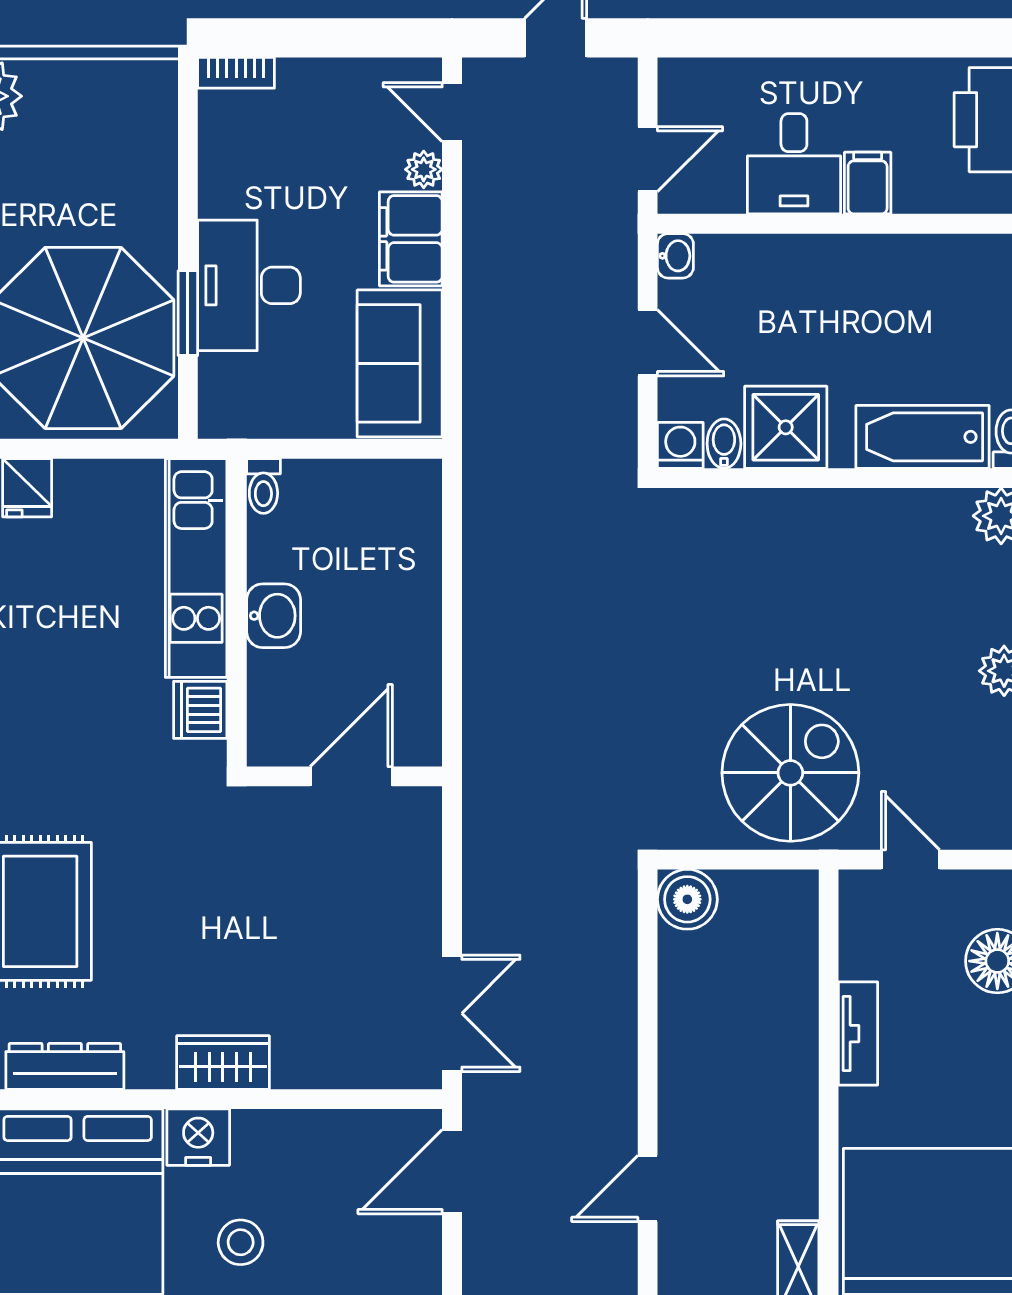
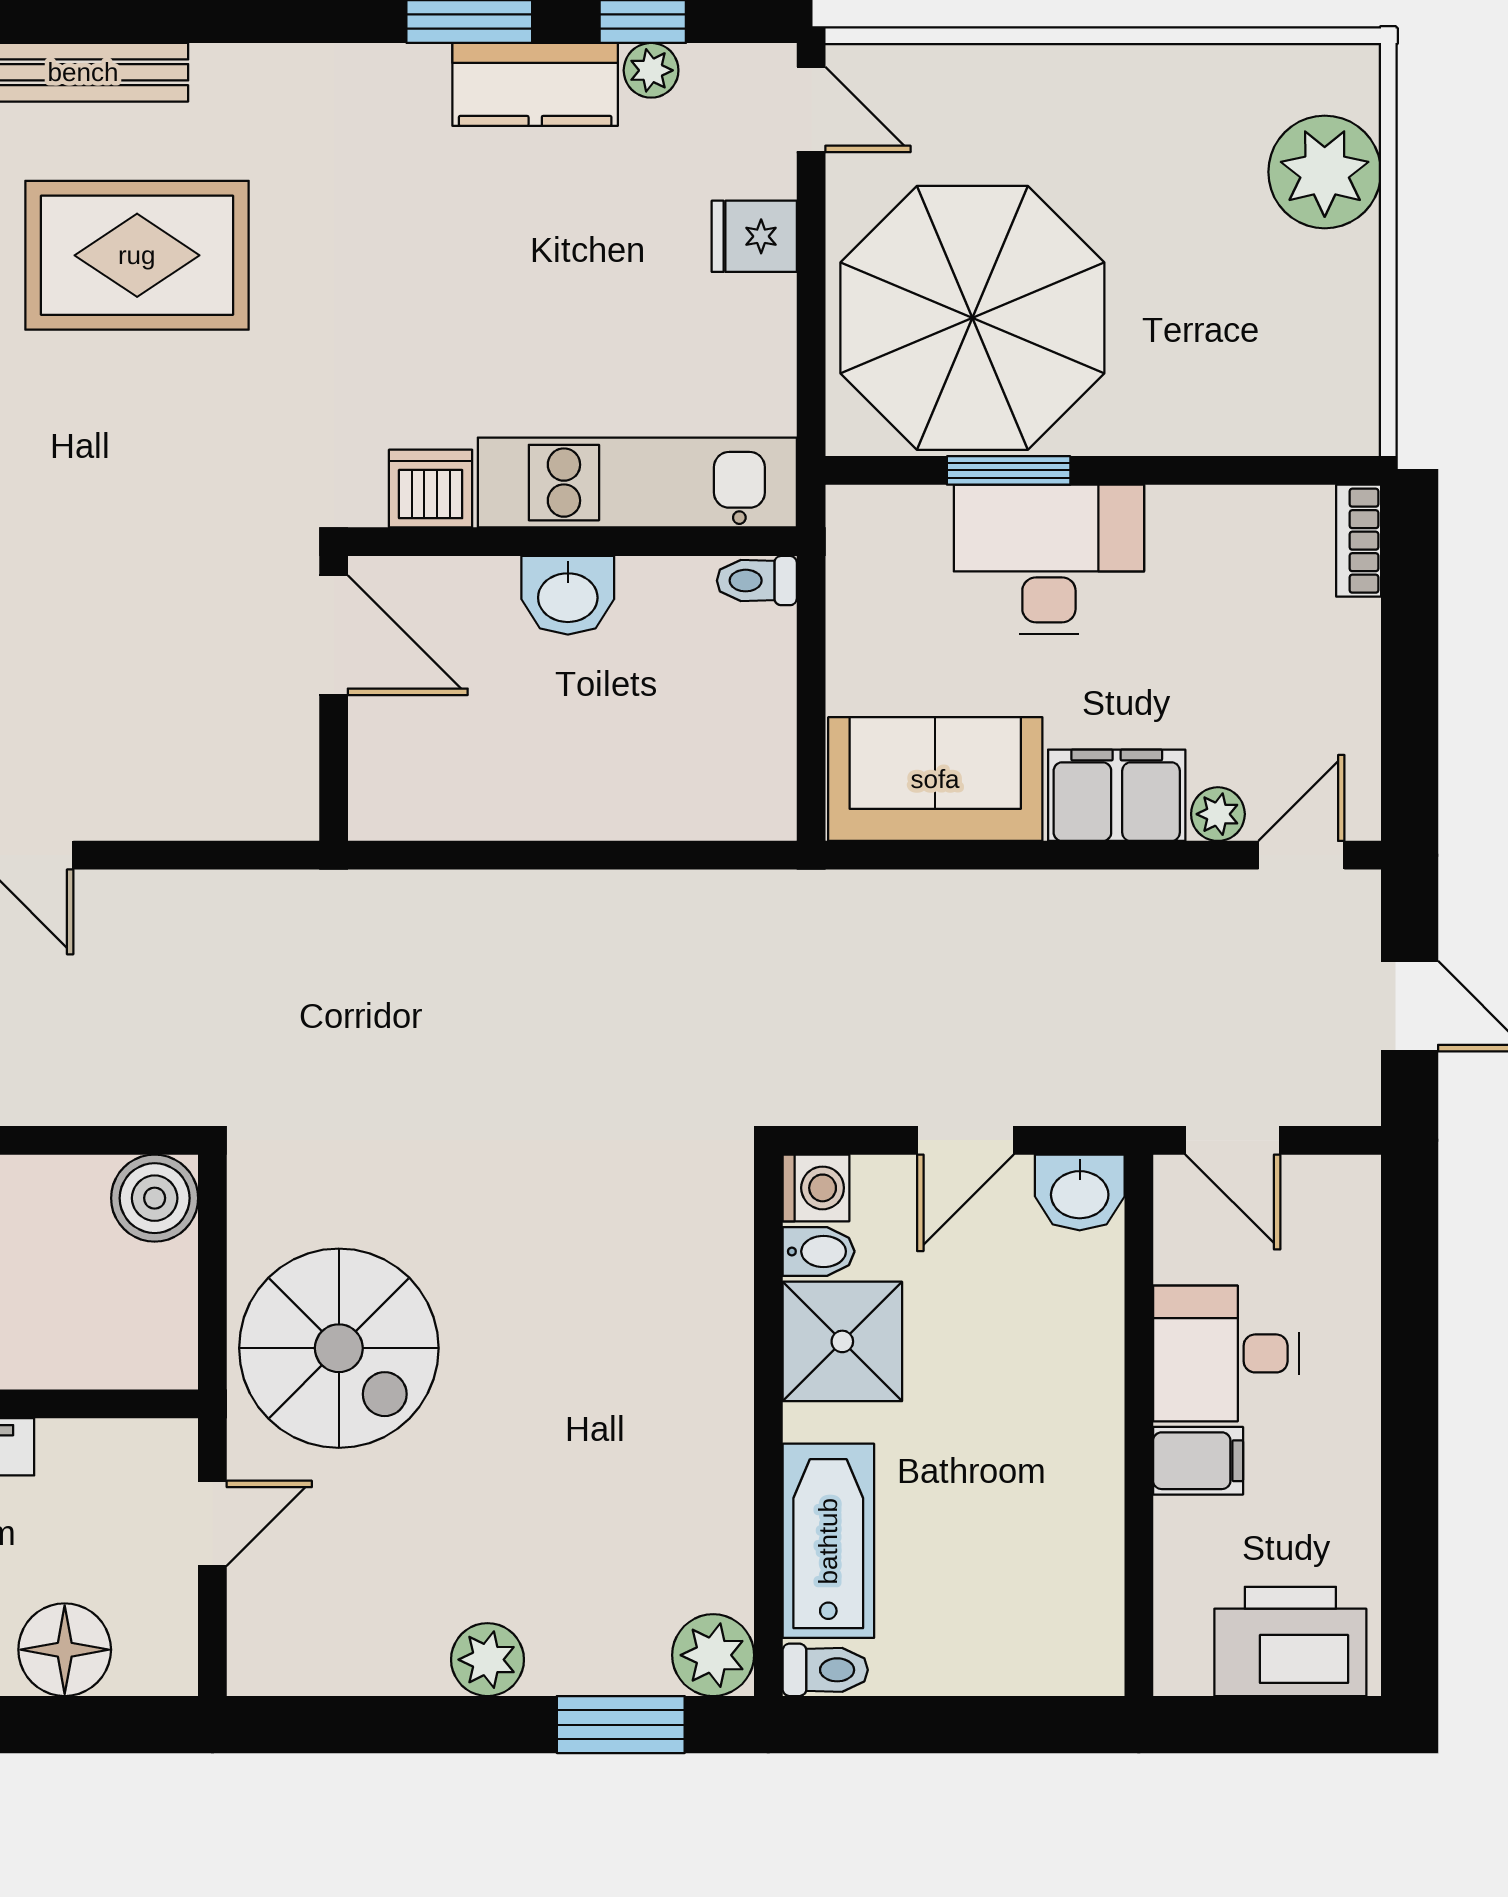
washbasin: (675, 256) -> (1080, 1192), width x1.38, depth x1.45
door: (351, 776) -> (334, 635), moved

